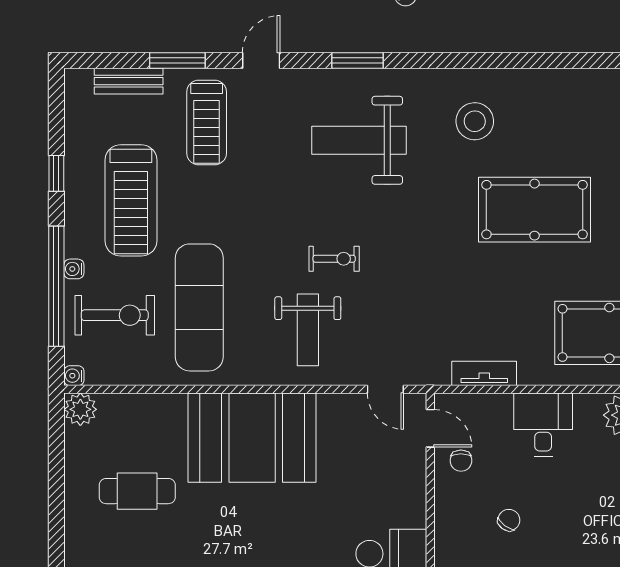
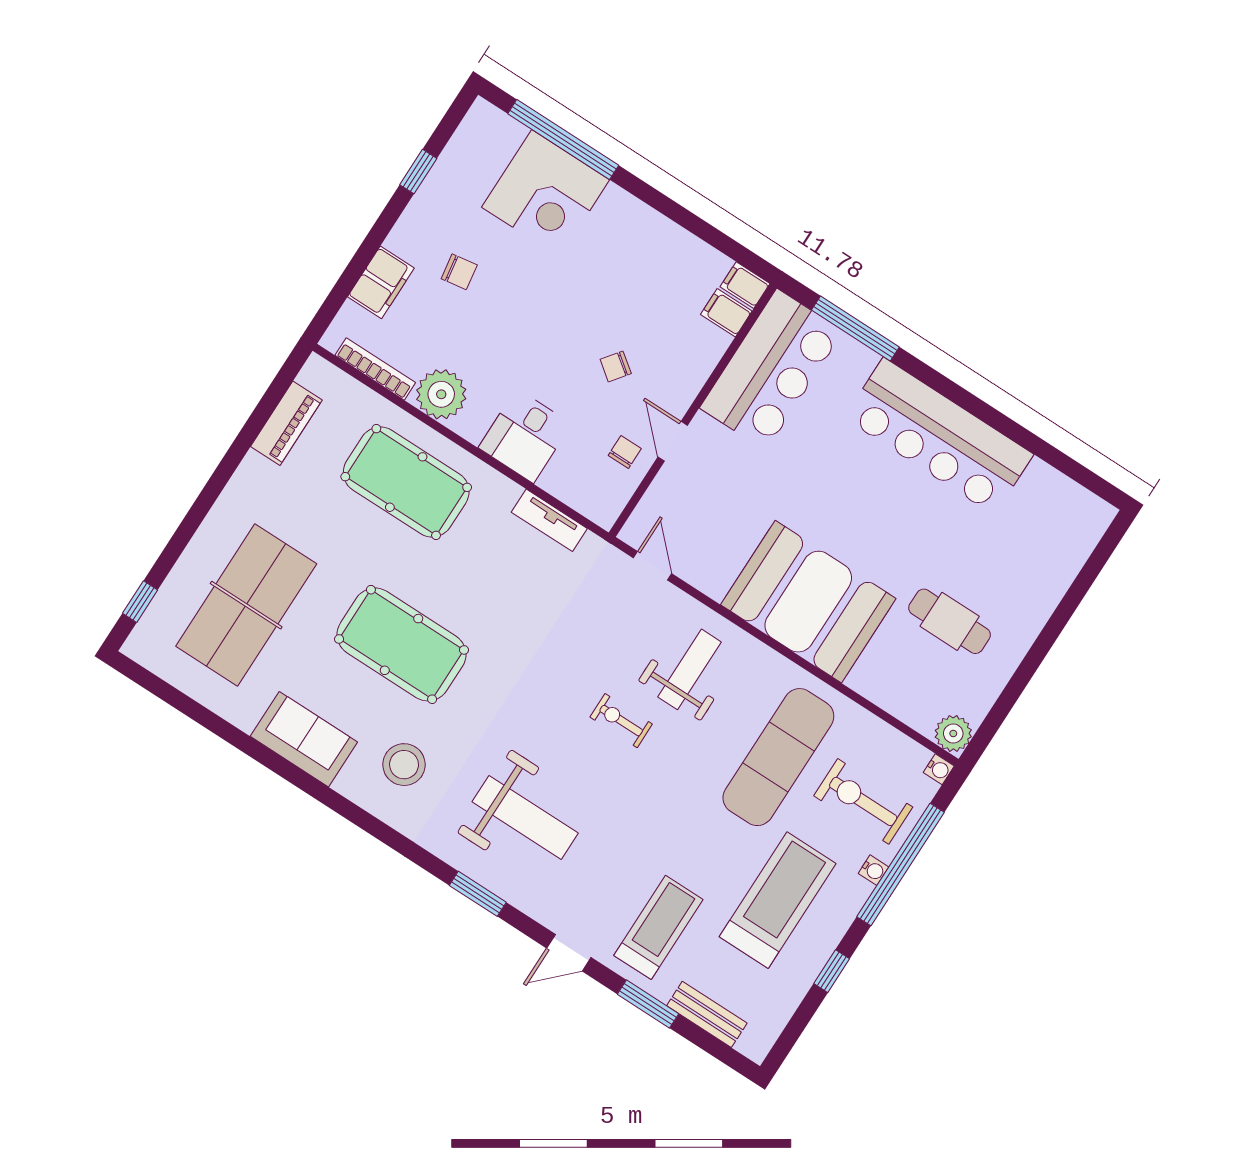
sofa: (562, 92) -> (304, 739), added
door: (430, 428) -> (673, 441), moved

